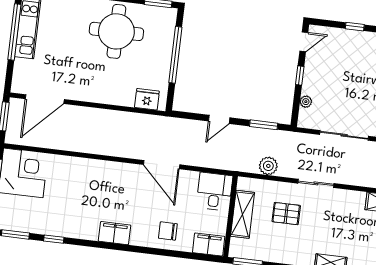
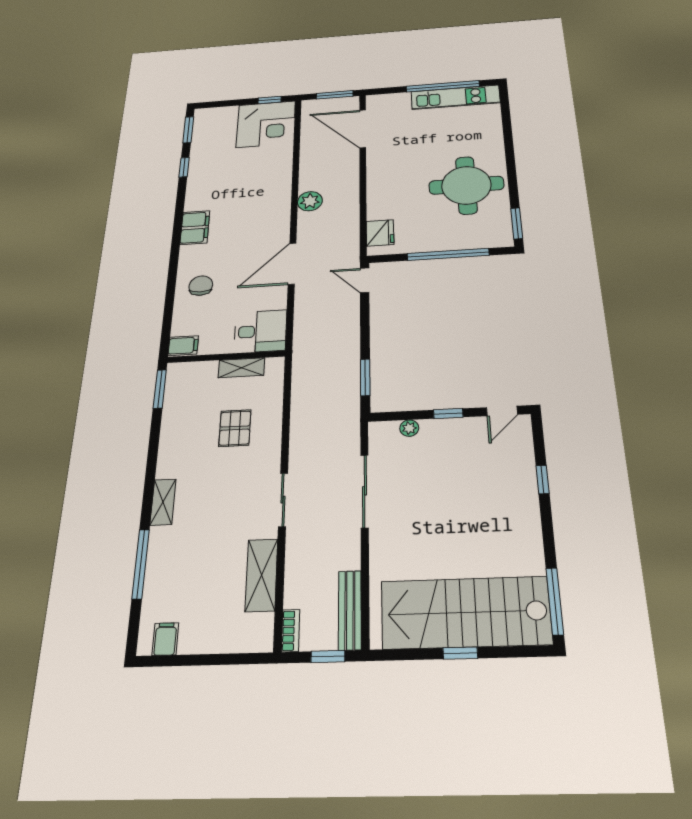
door: (304, 42) -> (502, 411), hinge flipped
door: (219, 119) -> (365, 280), moved
plant: (268, 166) -> (310, 201), moved
sliding door: (316, 183) -> (283, 500), moved
shelving: (243, 214) -> (241, 368), width x0.67, depth x0.75
filing cabinet: (209, 244) -> (183, 346), width x0.50

